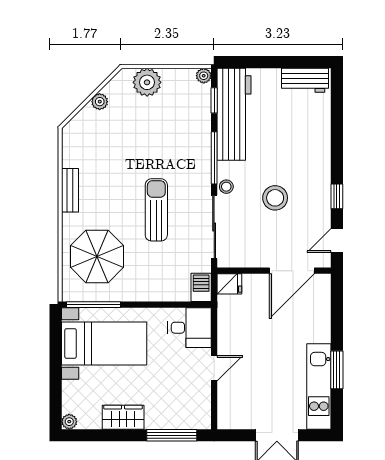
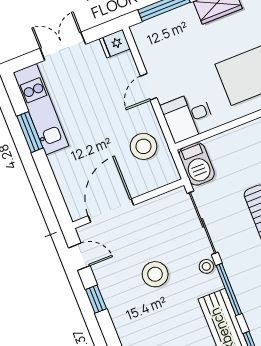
door: (337, 241) -> (79, 257), hinge flipped
fridge: (229, 284) -> (115, 44), moved
barbecue: (201, 287) -> (197, 164), width x1.38, depth x1.27
stool: (240, 317) -> (143, 146), added

